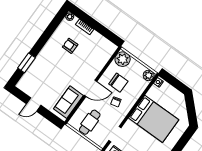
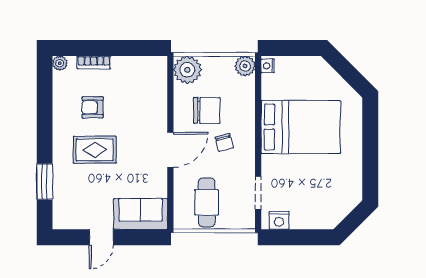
rug: (58, 65) -> (95, 150), added
sofa: (68, 102) -> (141, 214), moved, turned 90

